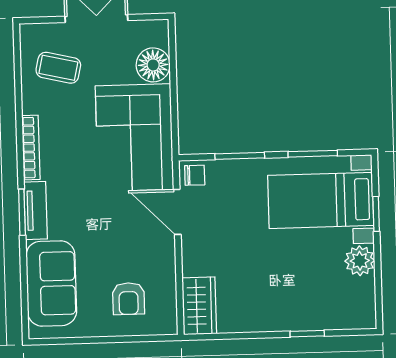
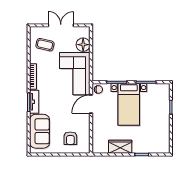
bed with nightstands: (321, 200) -> (129, 104), moved, turned -90
door: (177, 212) -> (91, 104), hinge flipped
plant: (360, 261) -> (164, 126), removed
wardrobe: (199, 306) -> (120, 147), moved, turned -90

